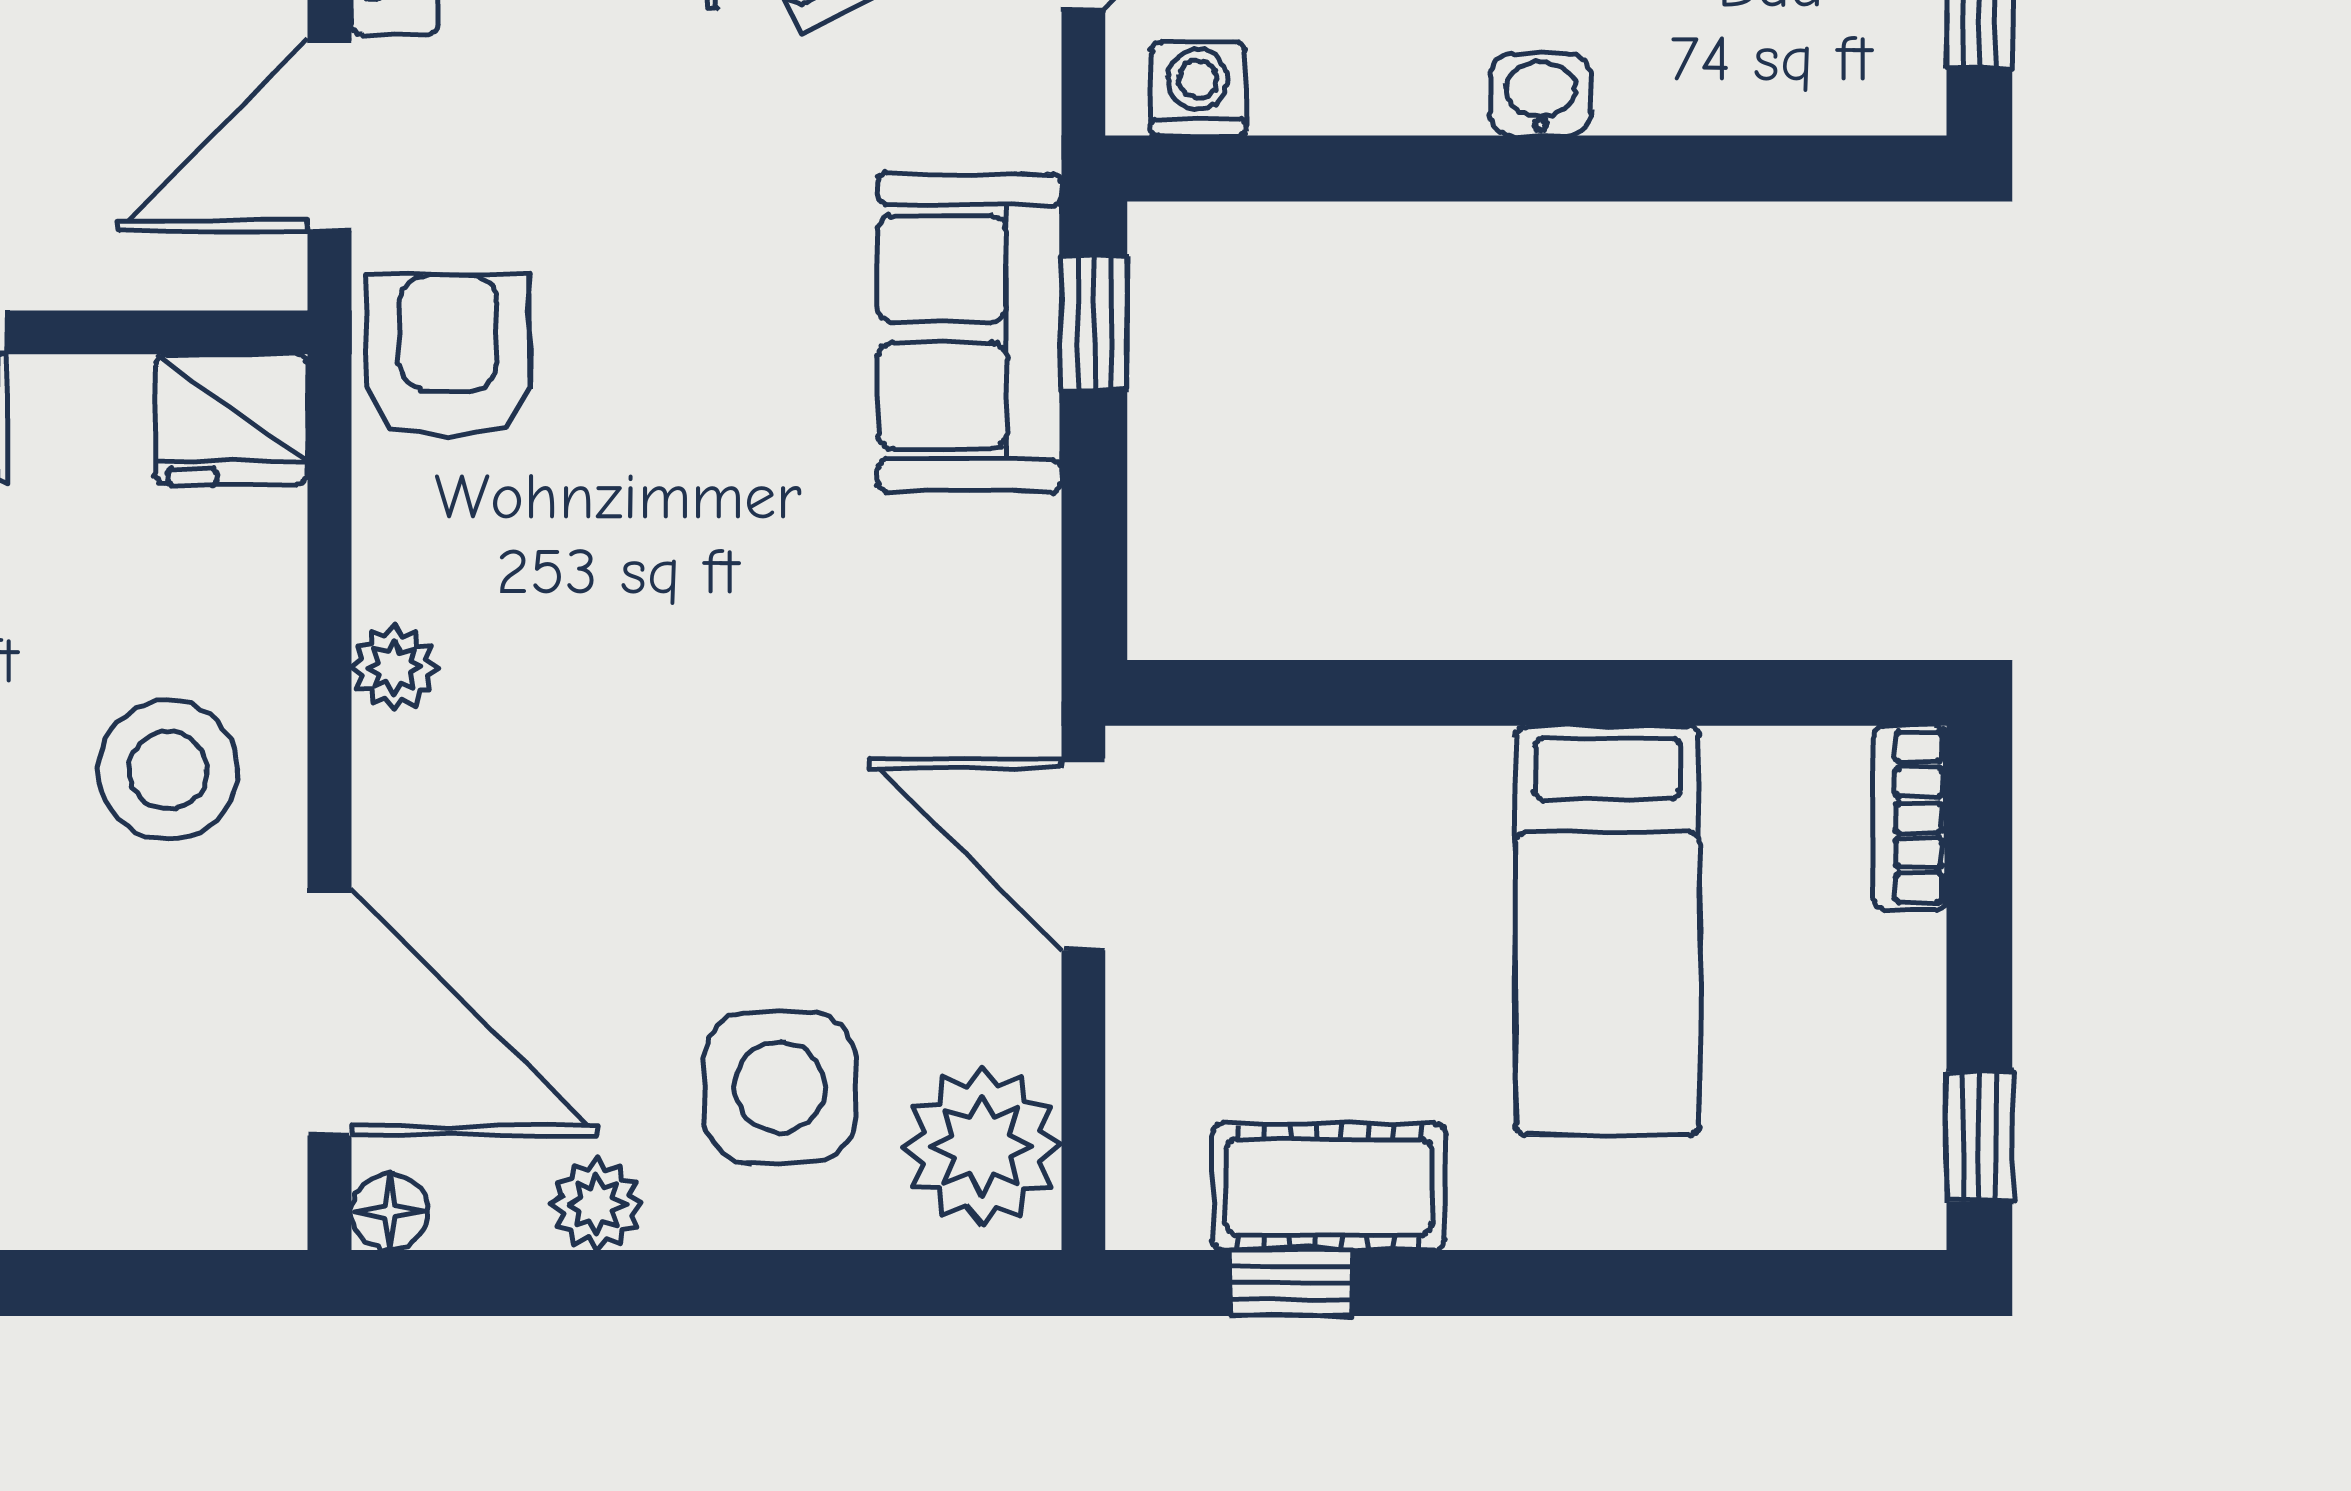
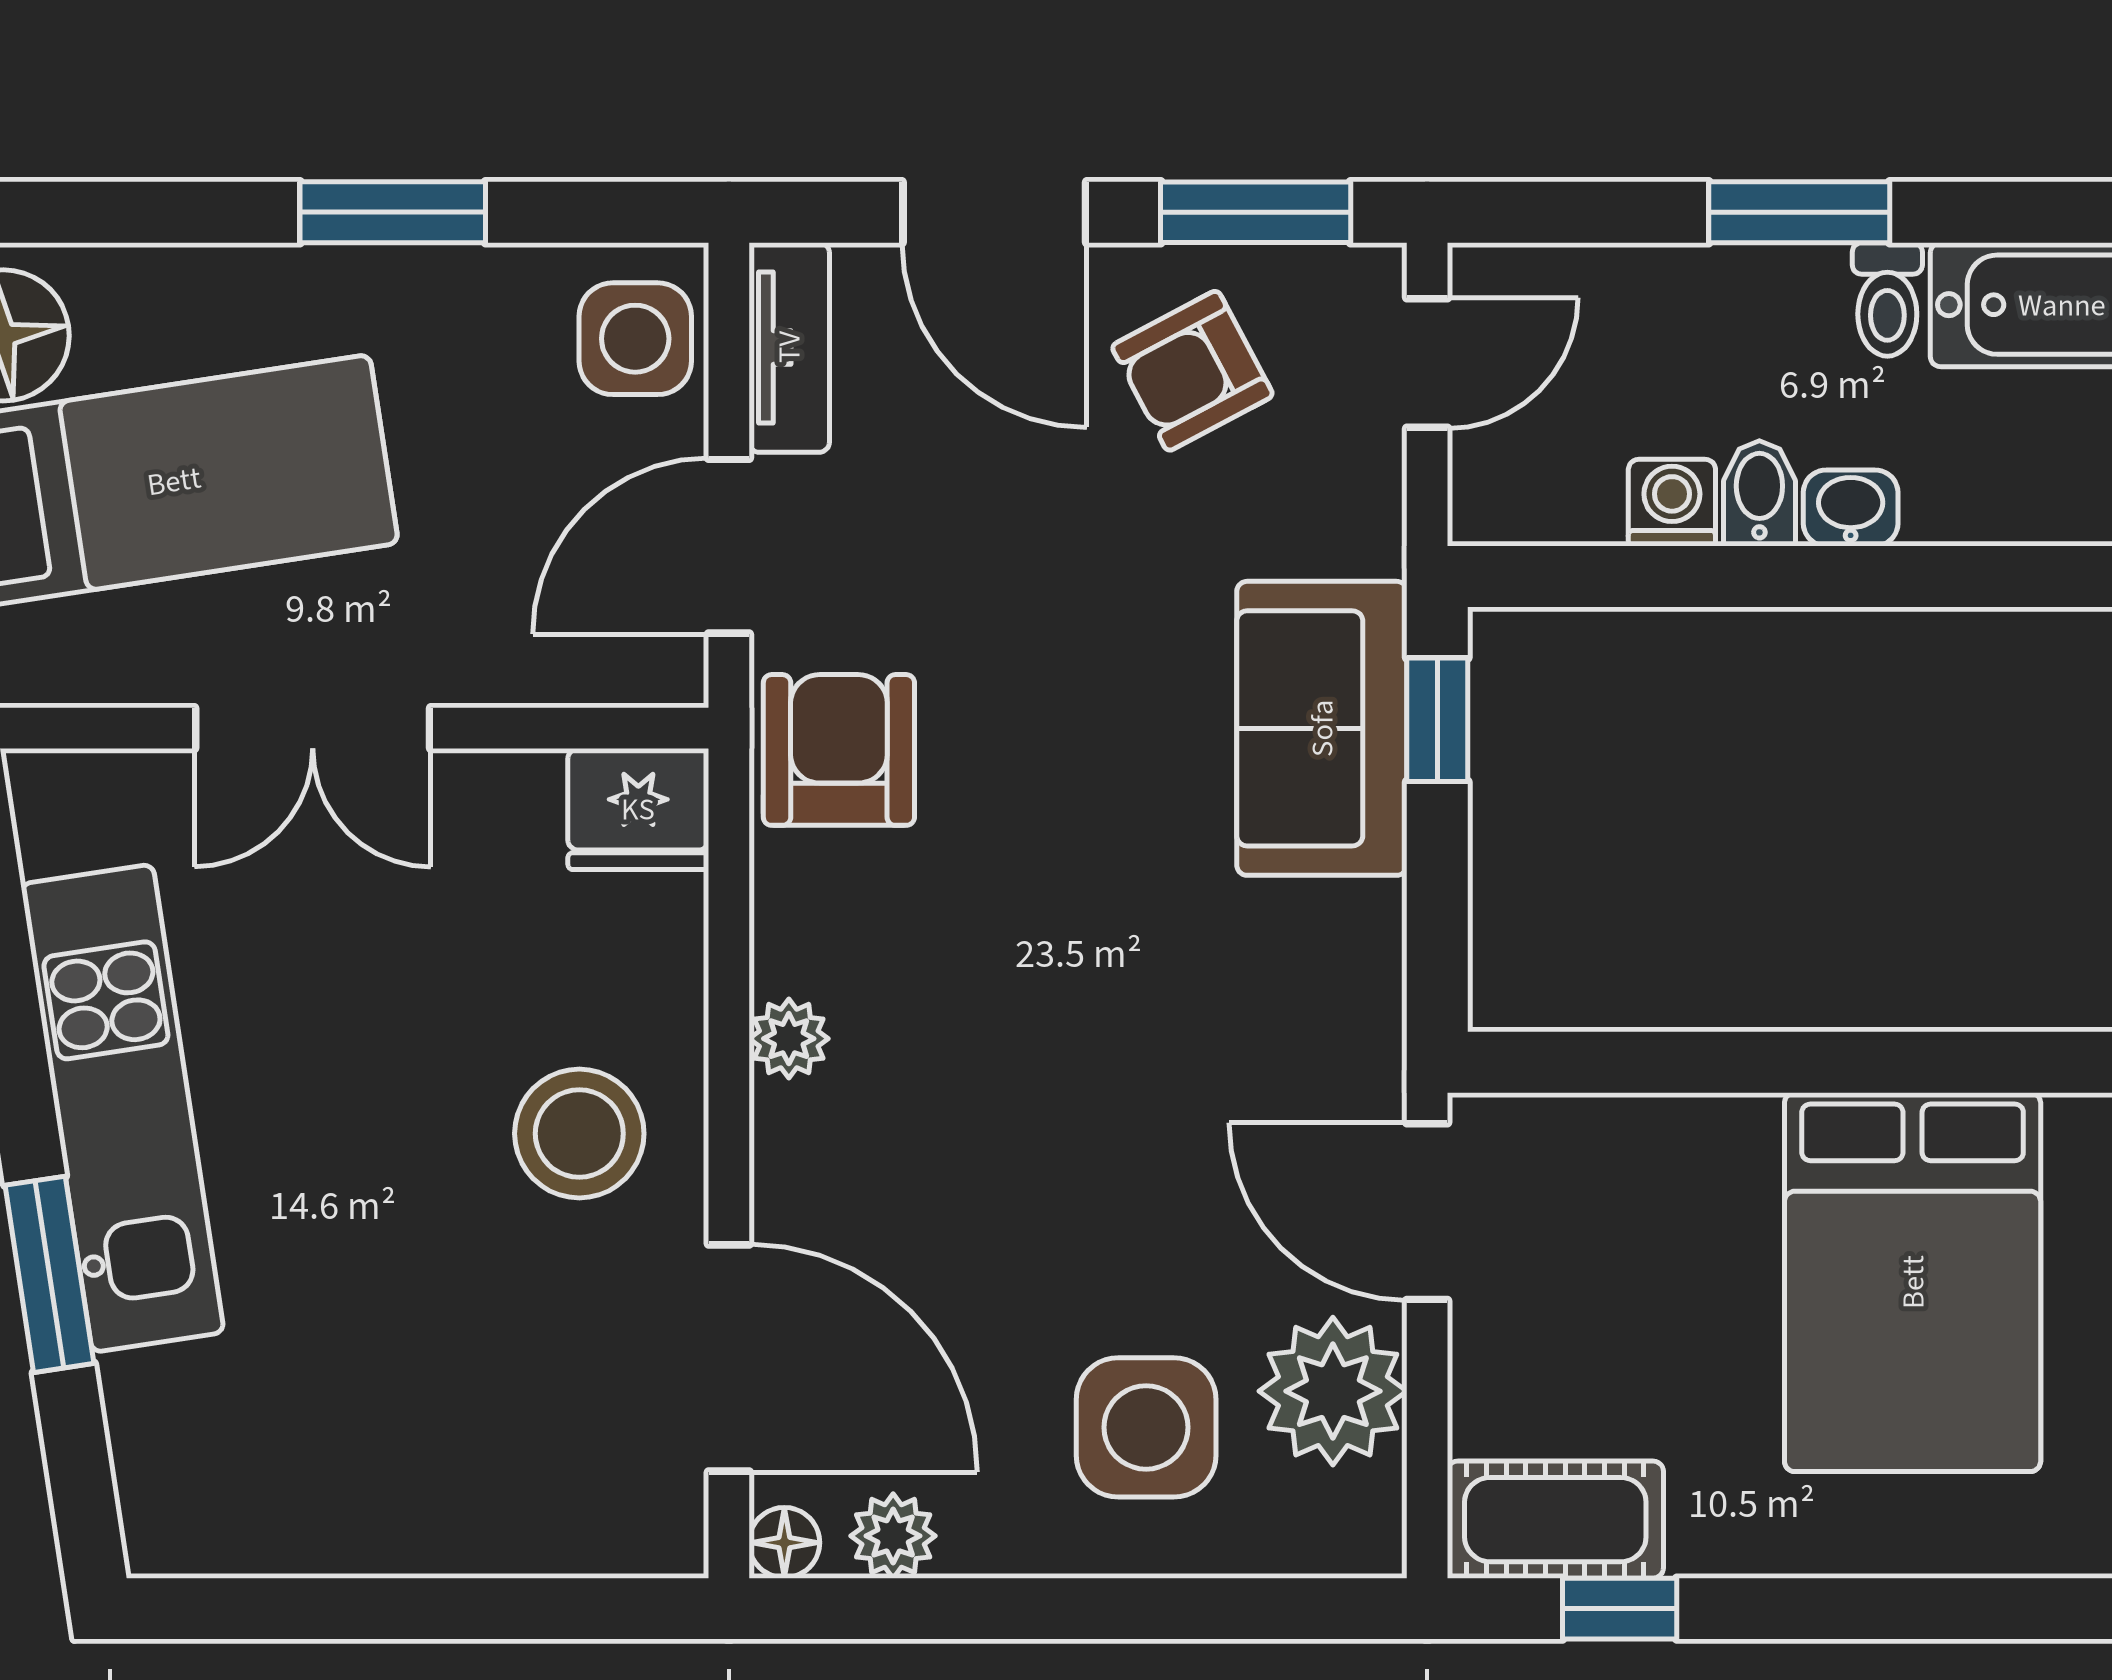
bidet: (1442, 79) -> (1759, 493), added
washing machine: (1198, 89) -> (1672, 503), moved
bed: (1608, 930) -> (1913, 1282), width x1.50
plant: (982, 1146) -> (1333, 1391), moved
cot: (1329, 1187) -> (1555, 1520), moved
plant: (597, 1205) -> (893, 1536), moved

